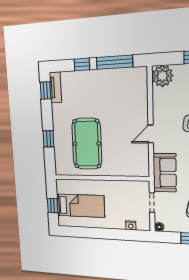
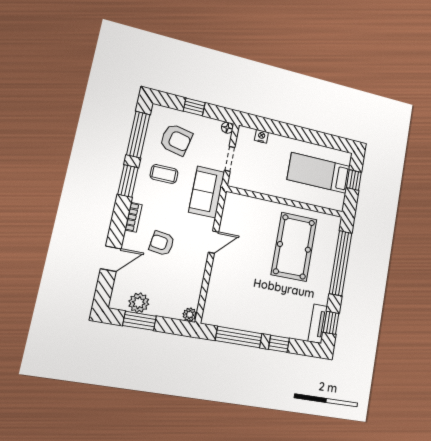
plant: (162, 76) -> (190, 315), width x0.53, depth x0.53
window: (48, 139) -> (341, 263), width x3.17

